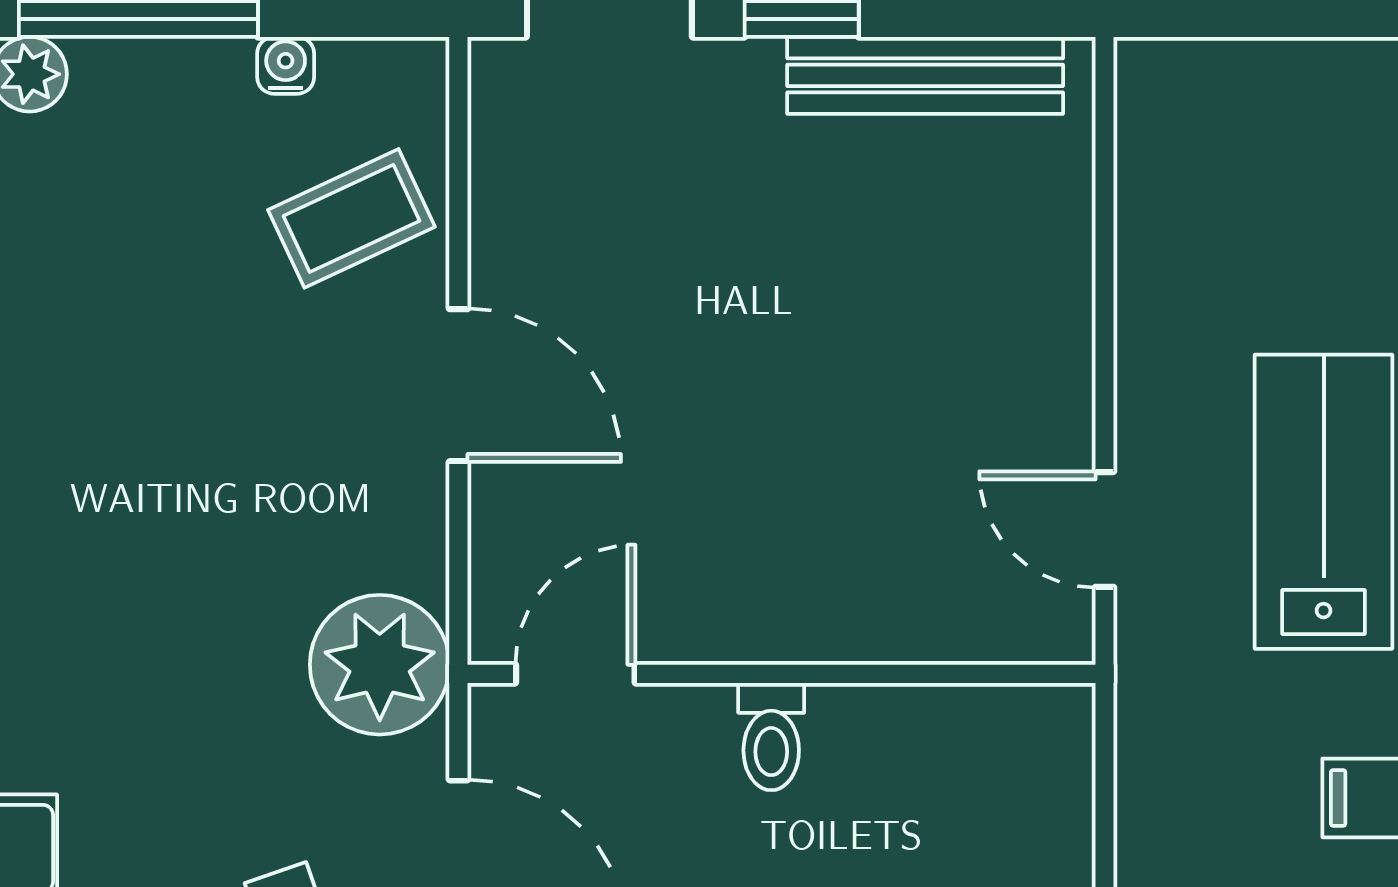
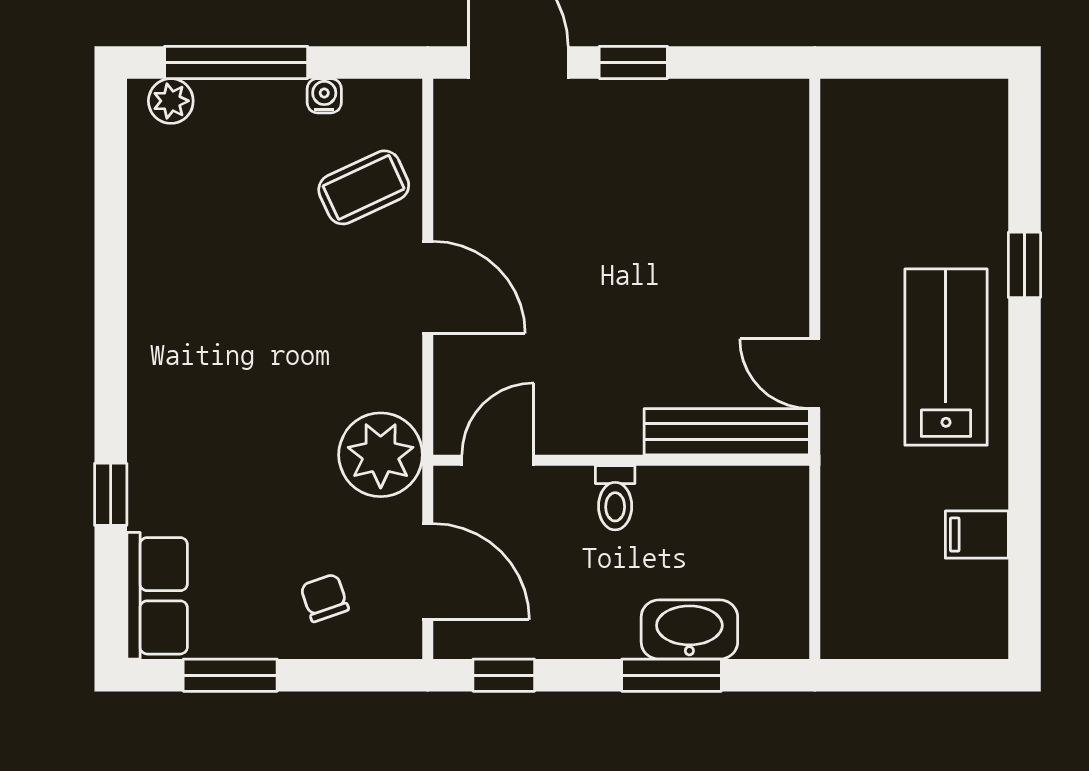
bench: (925, 75) -> (727, 432), moved

